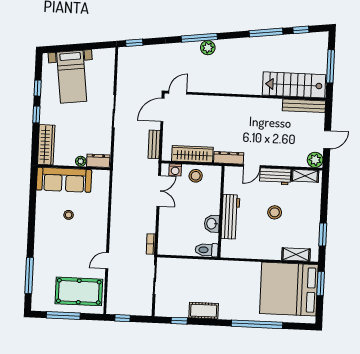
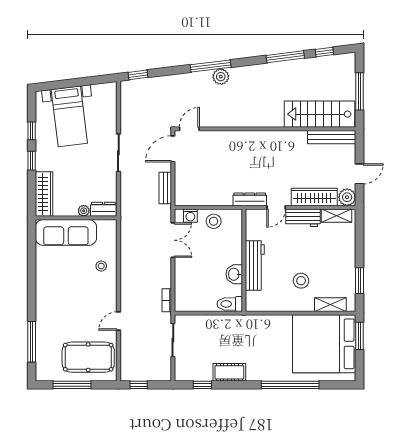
wardrobe: (192, 154) -> (314, 197), moved
stool: (275, 212) -> (301, 281), moved
stool: (69, 215) -> (101, 266), moved

